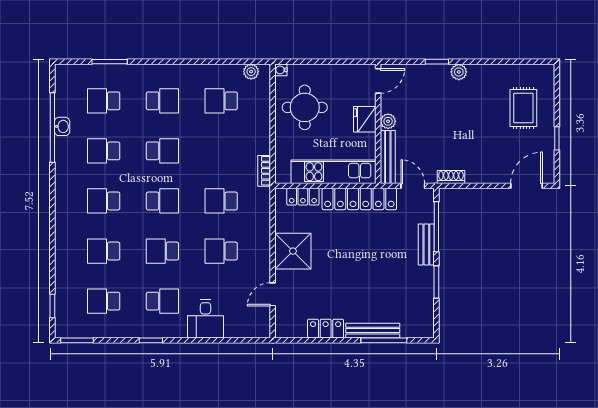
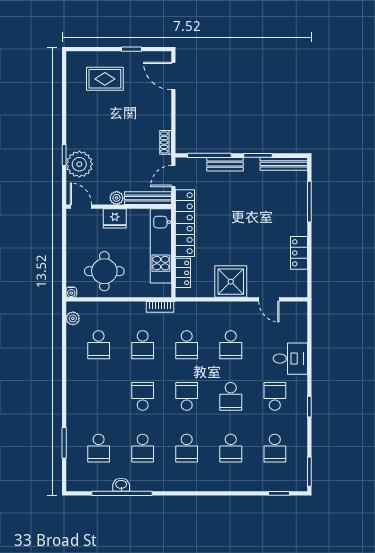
plant: (459, 72) -> (79, 164), moved, width x1.87, depth x1.87
school desk: (162, 101) -> (143, 345), moved, turned 180
bench: (373, 331) -> (284, 164), moved, turned 90

